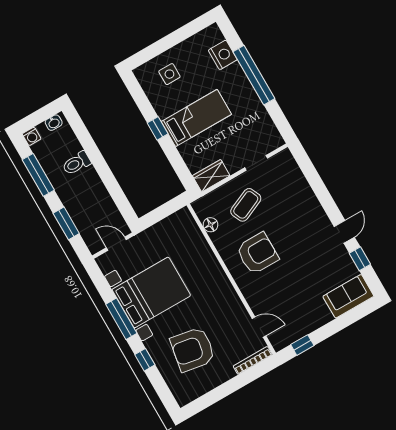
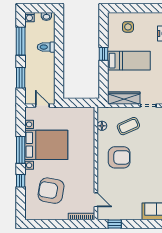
wardrobe: (211, 176) -> (124, 98), width x1.50

